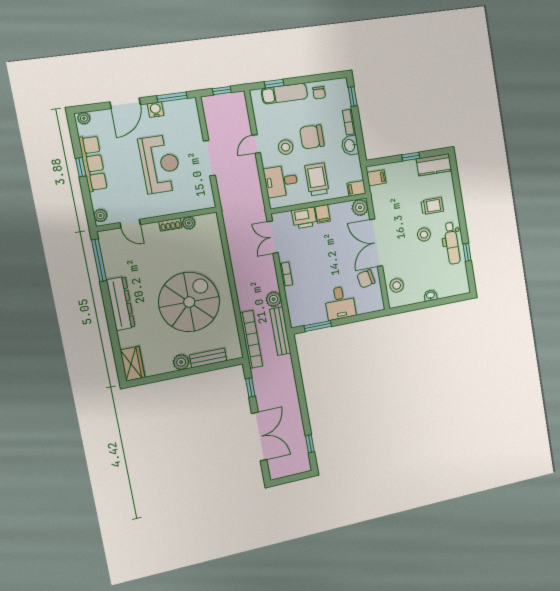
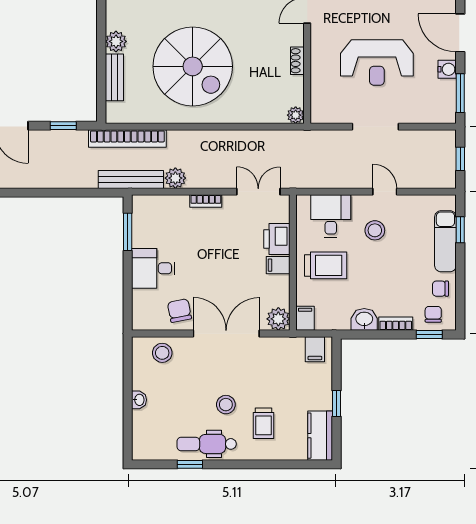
chair: (312, 137) -> (433, 314), moved, width x0.54, depth x0.54
plant: (189, 223) -> (296, 115), moved

